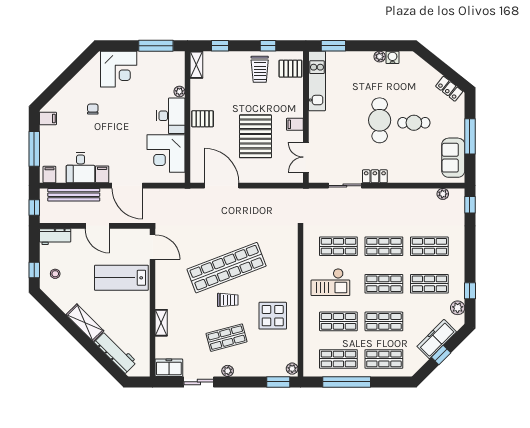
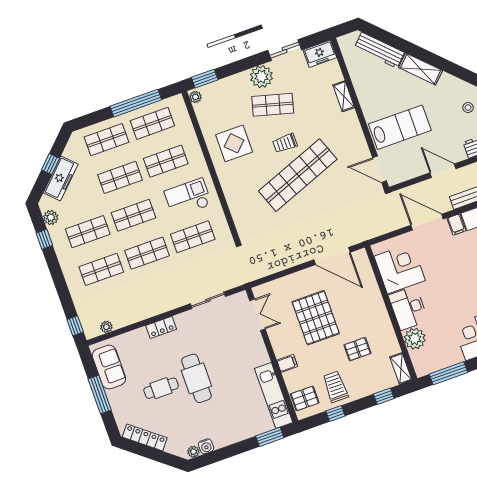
plant: (380, 57) -> (193, 452), moved
locker: (449, 89) -> (145, 437), width x1.53
plant: (179, 91) -> (415, 339), width x1.87, depth x1.87
pallet: (203, 119) -> (357, 349), moved
filing cabinet: (295, 124) -> (287, 363), moved
locker: (375, 176) -> (161, 327), moved
shop shelf: (227, 338) -> (273, 105), turned 30
plant: (228, 371) -> (261, 77), width x1.87, depth x1.87

